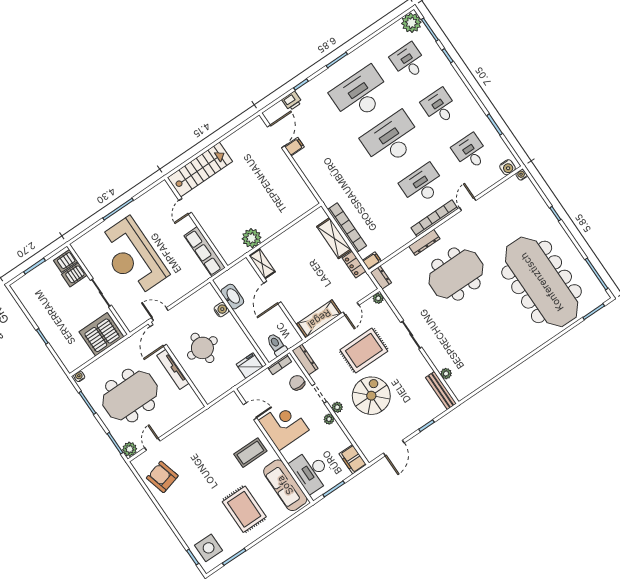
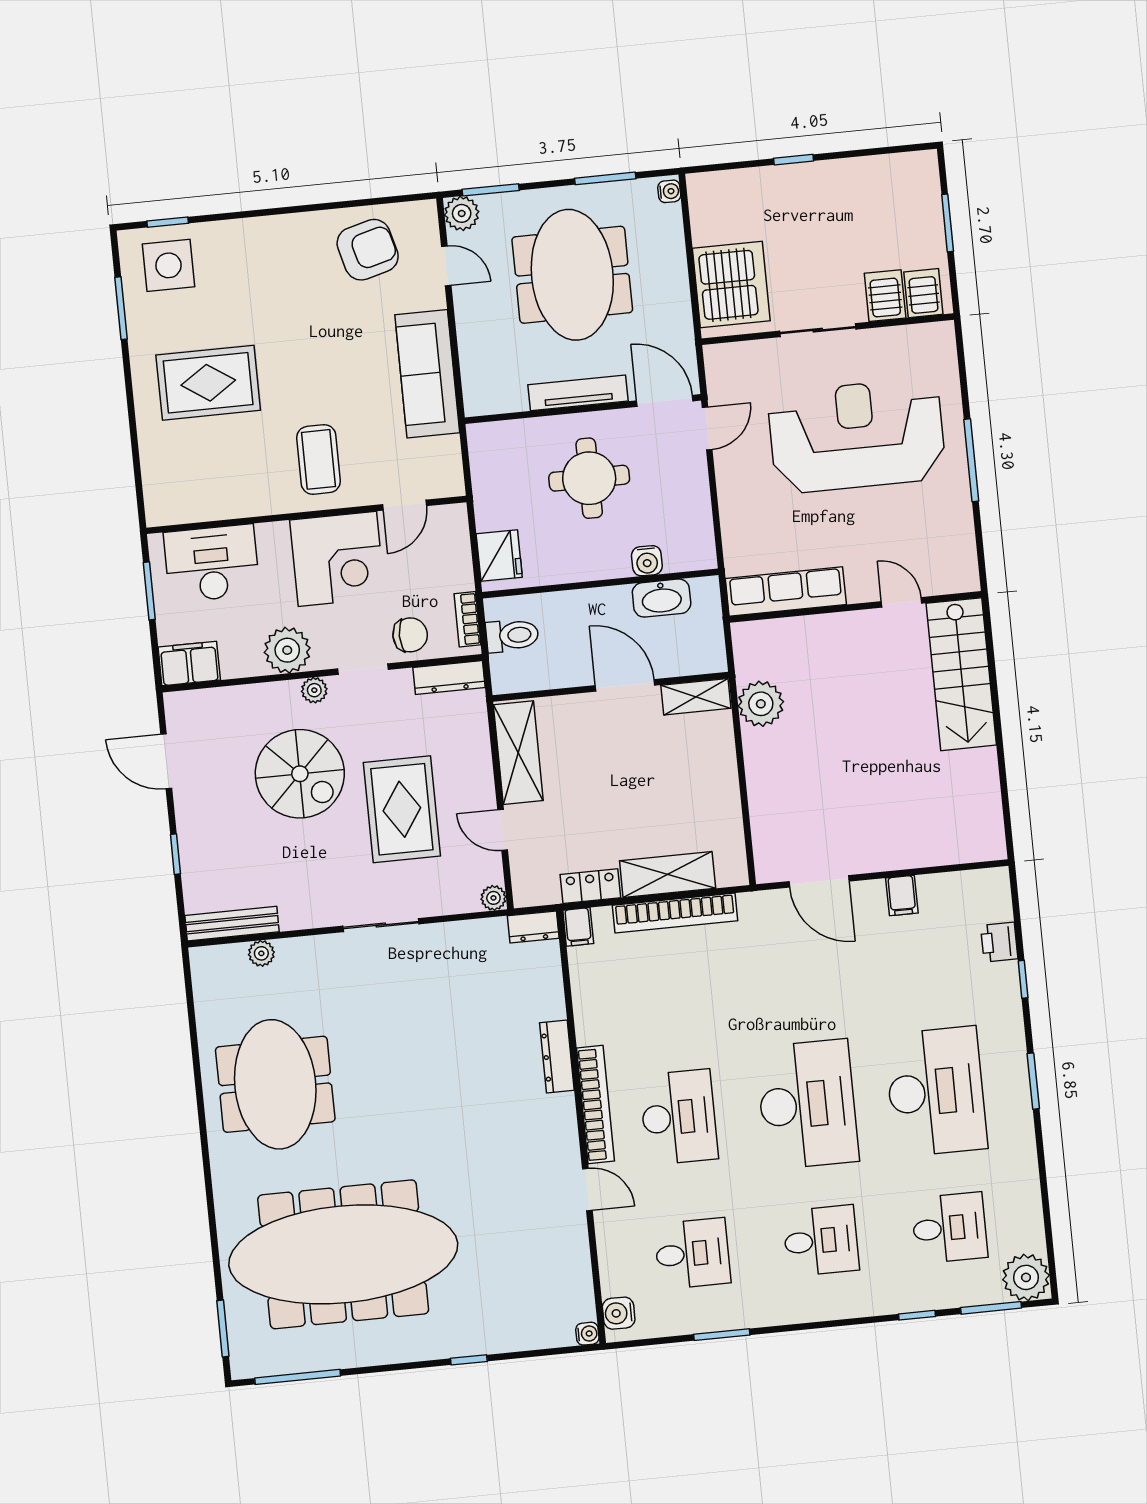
door: (276, 136) -> (819, 881), moved
meeting table: (456, 274) -> (275, 1084), moved
plant: (329, 419) -> (287, 650), width x1.88, depth x1.88
sofa: (285, 485) -> (427, 374), moved, turned -90

